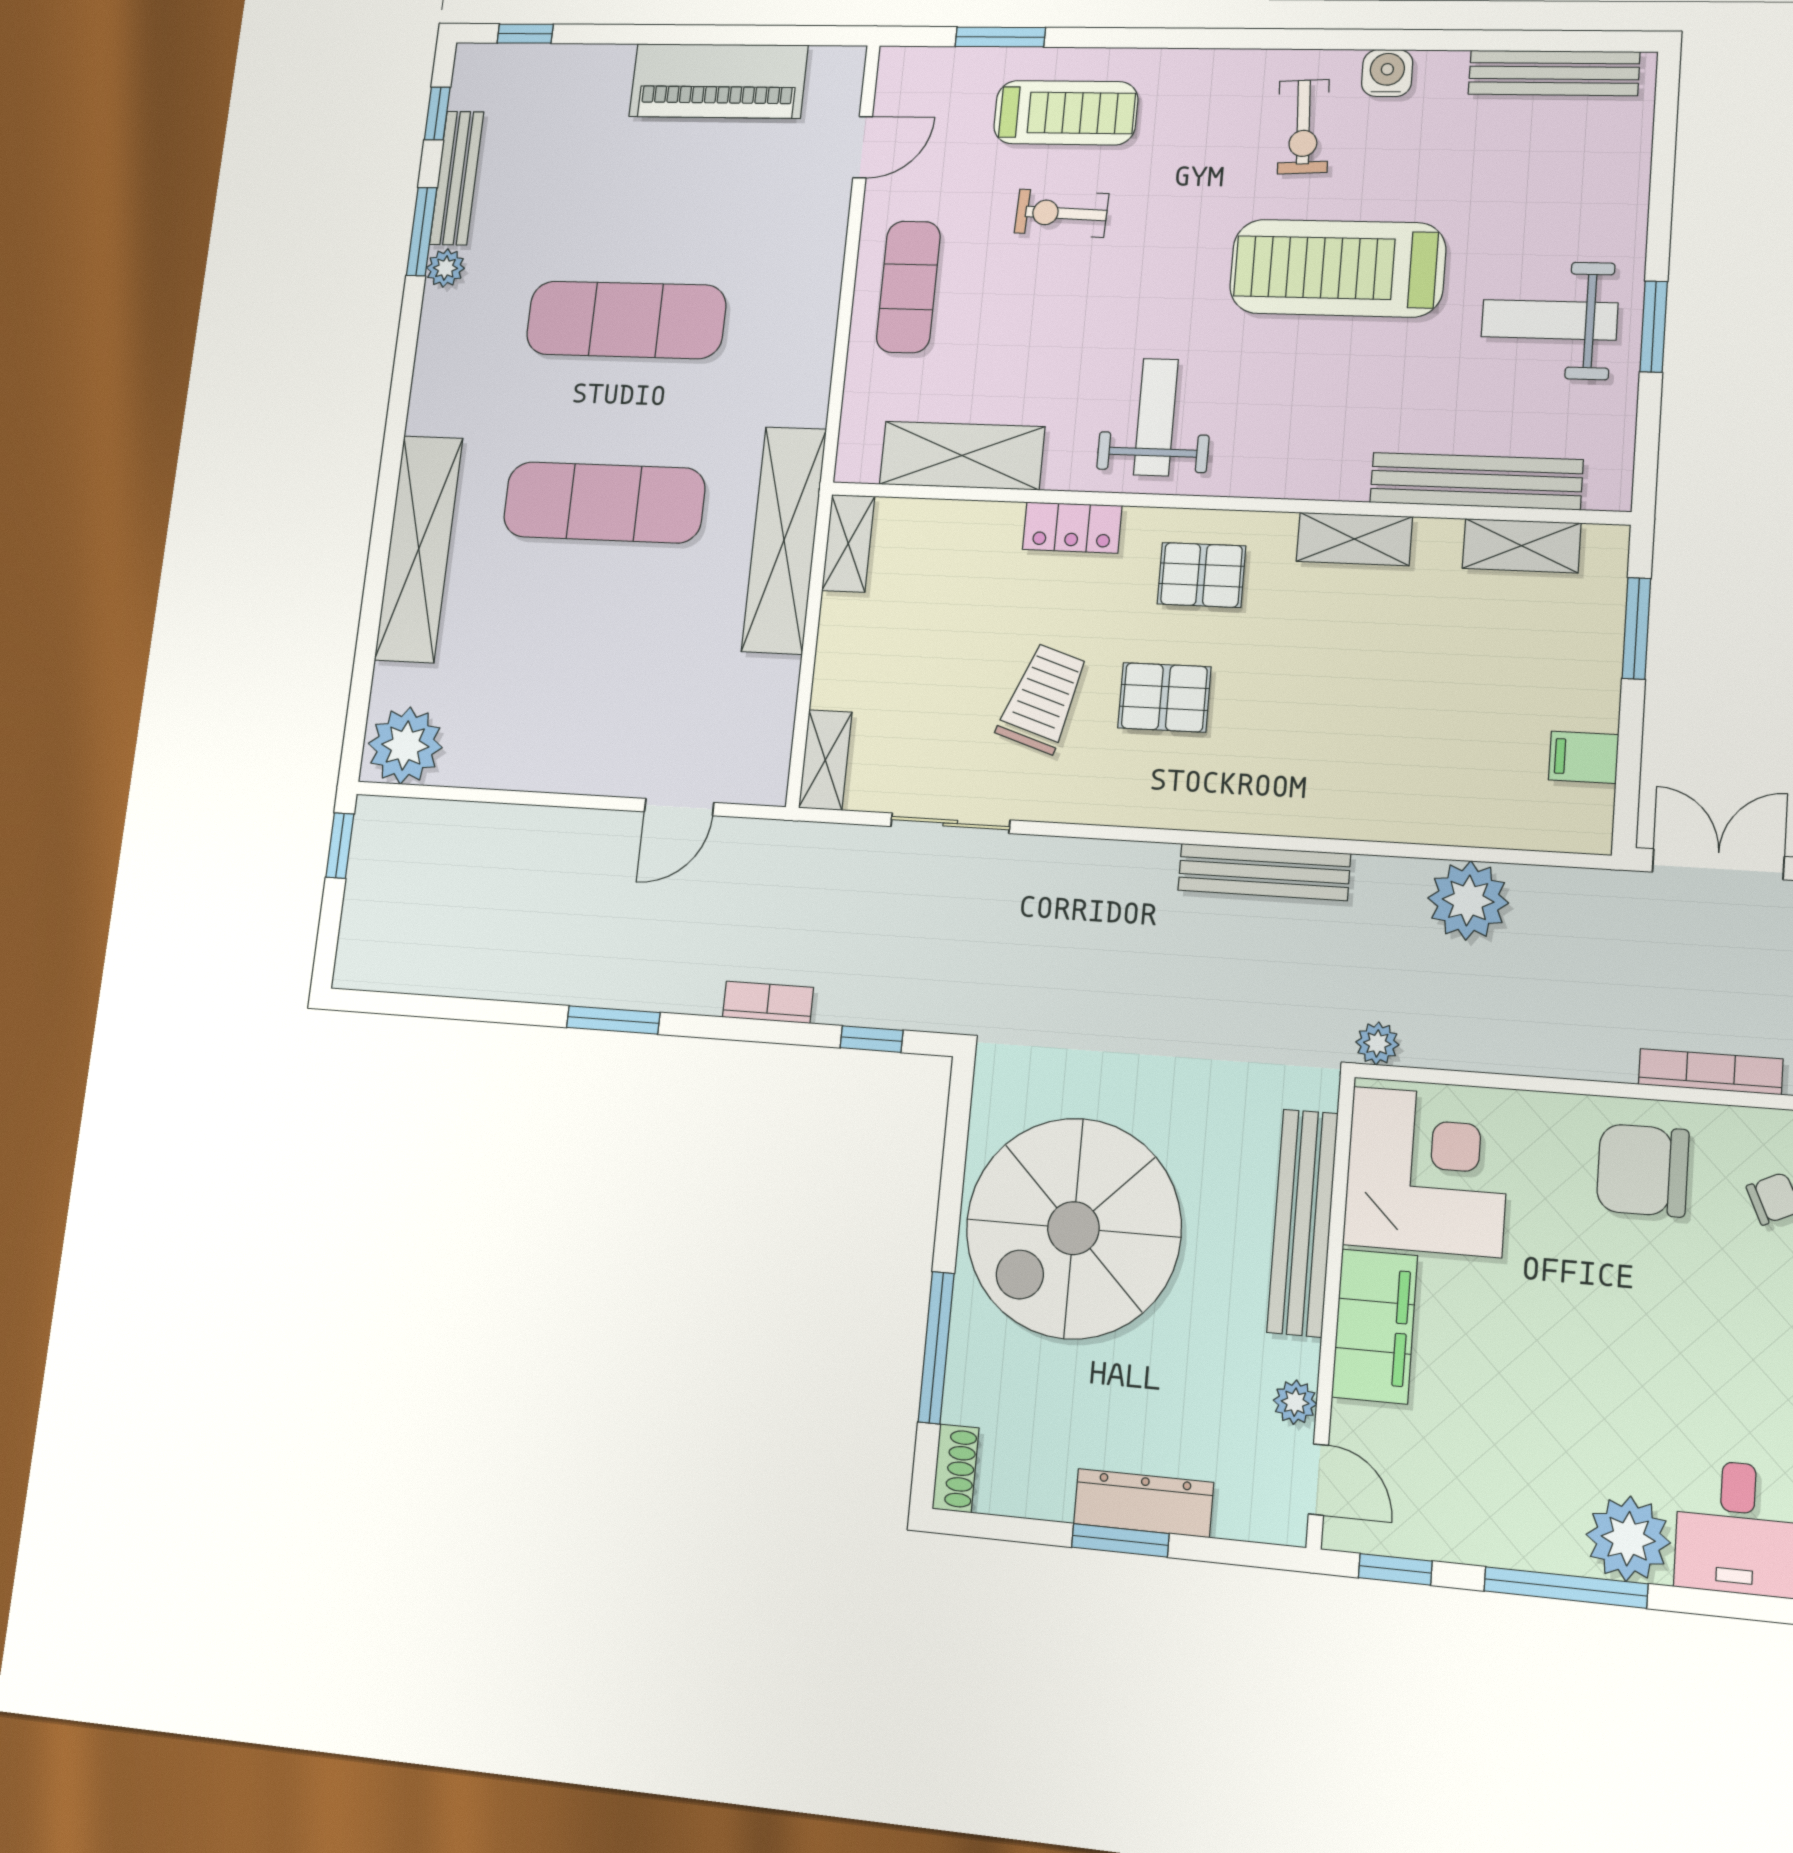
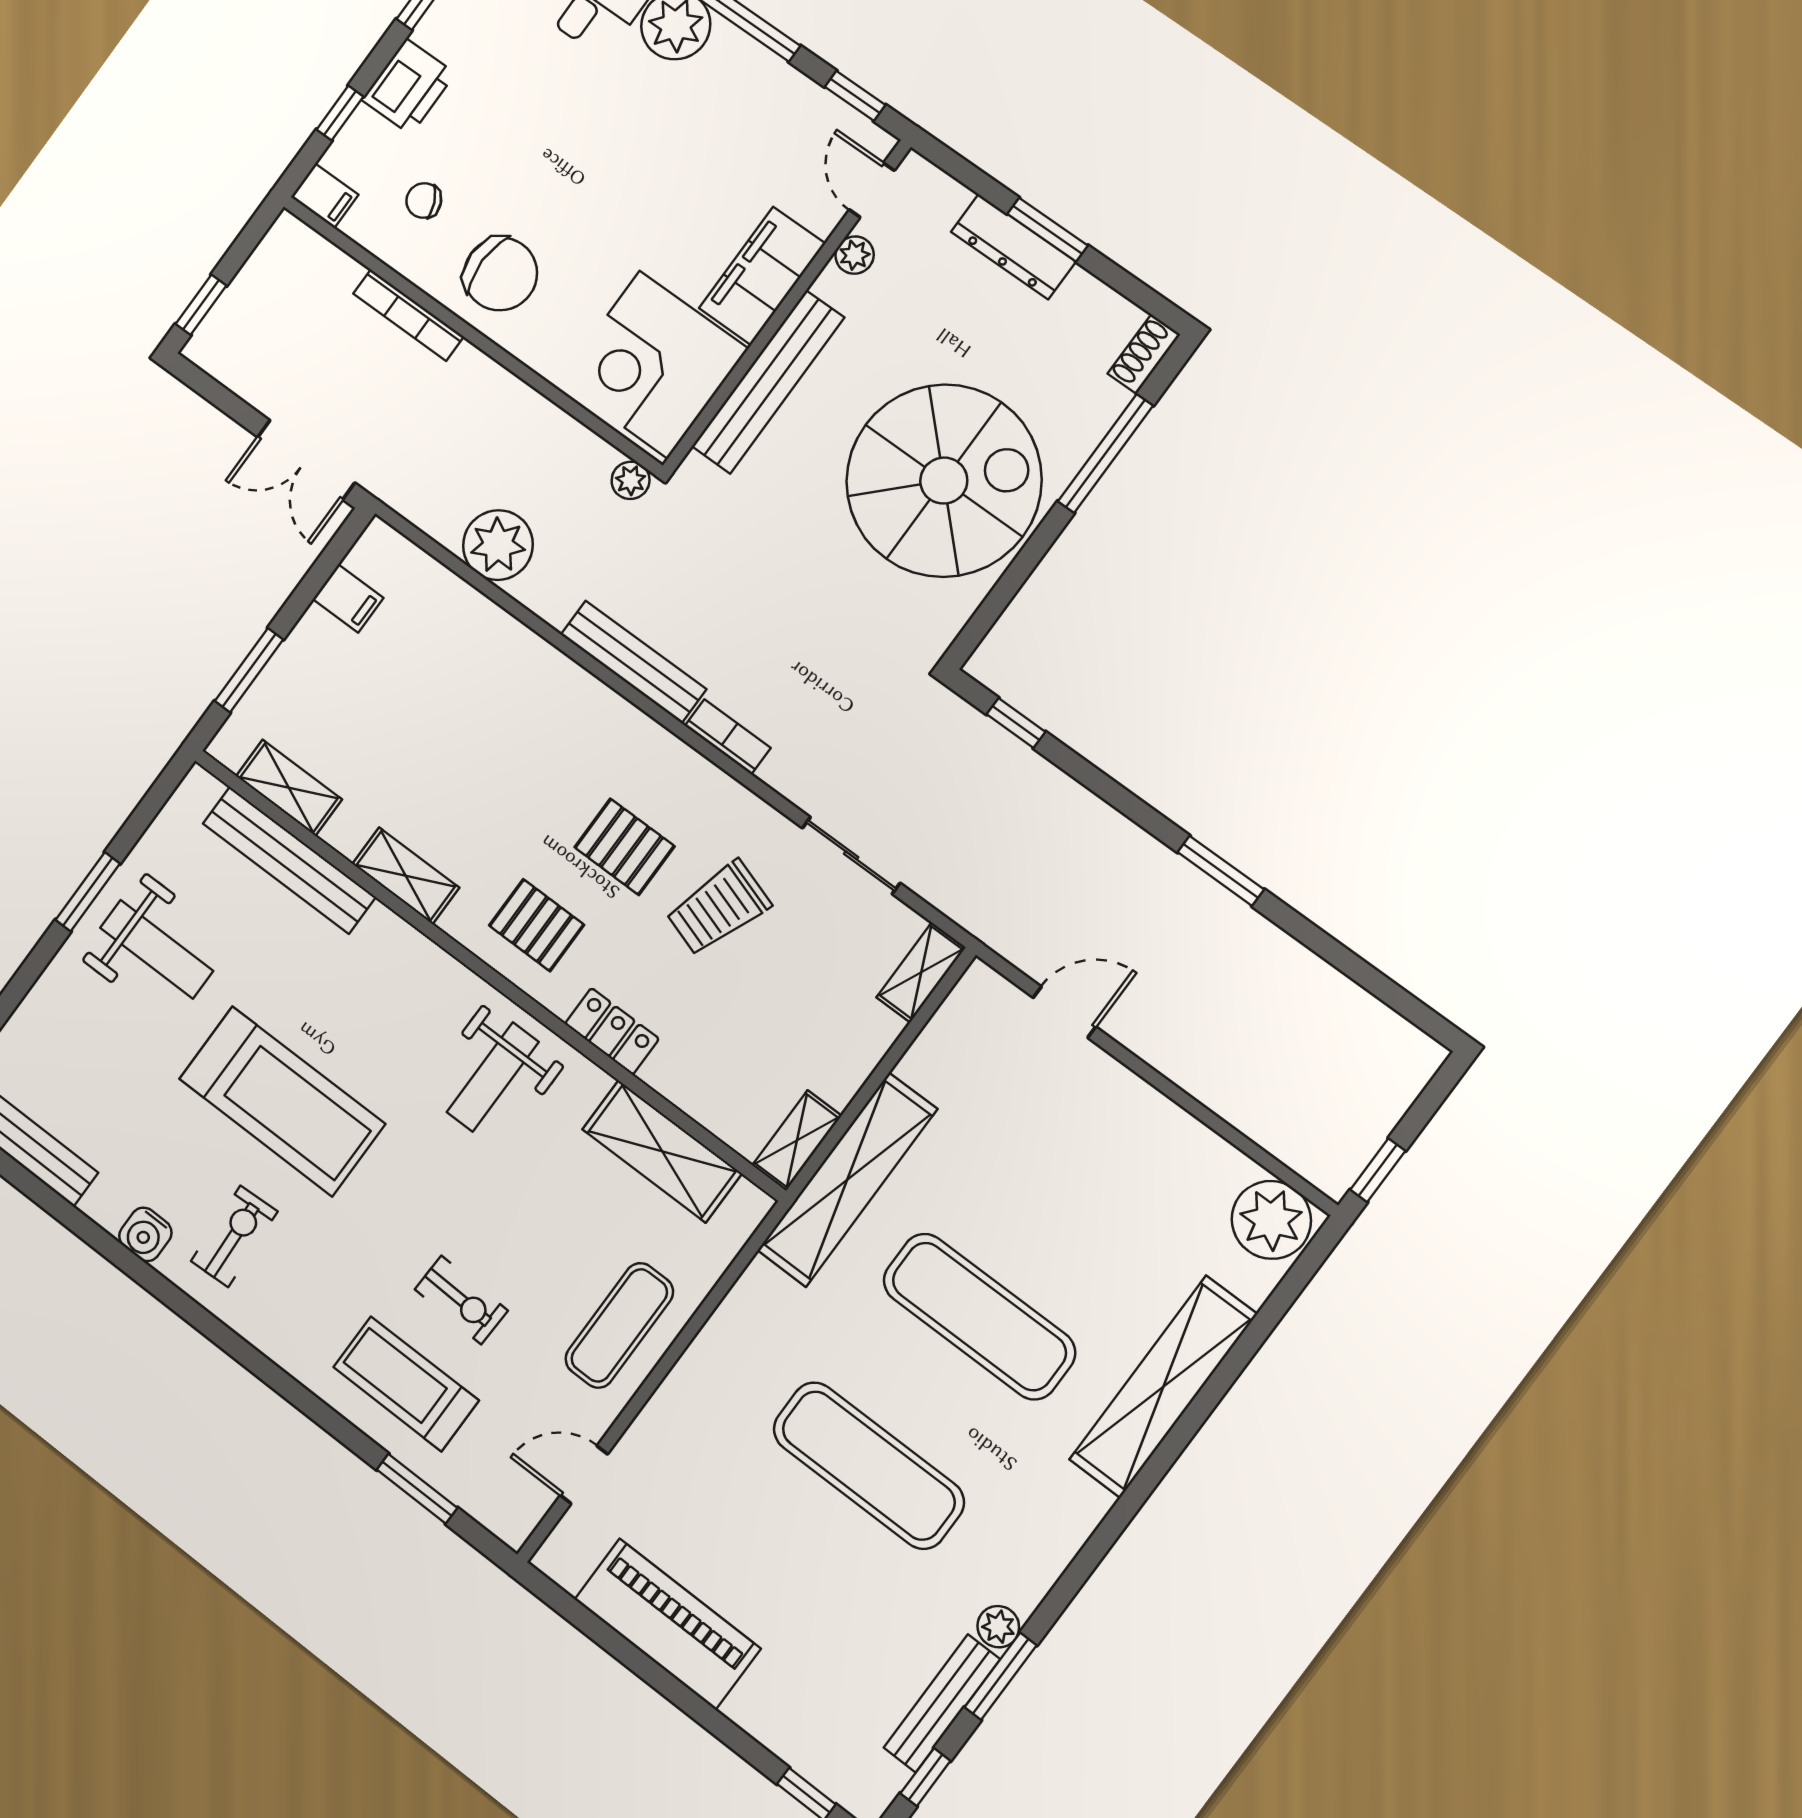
bookcase: (768, 1002) -> (728, 737), moved, turned 180

